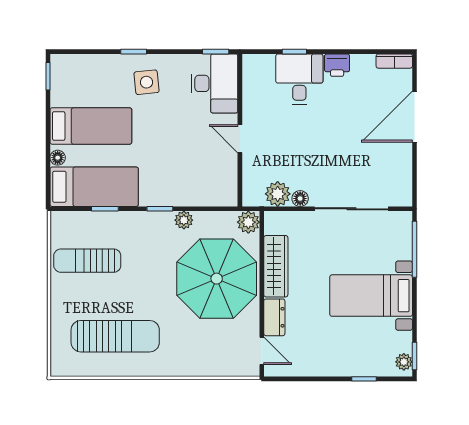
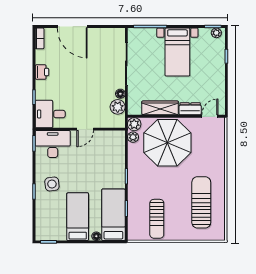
desk: (299, 79) -> (50, 114), moved
plant: (184, 220) -> (133, 137), moved

